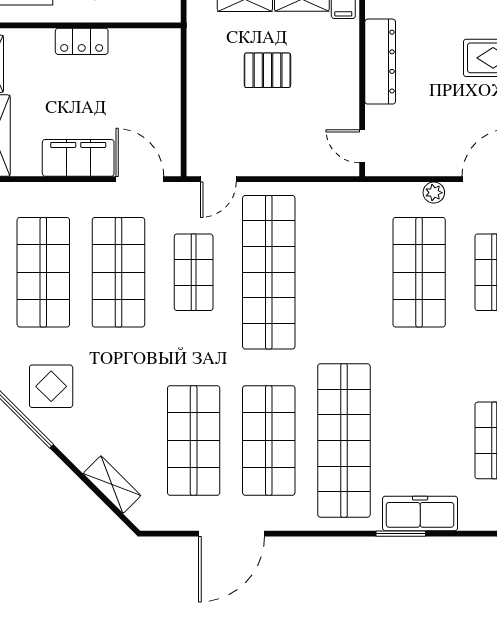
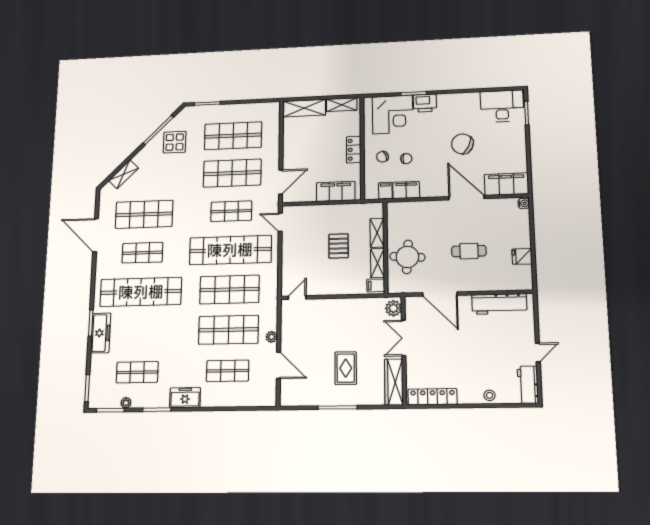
dresser: (380, 62) -> (343, 306), removed
filing cabinet: (78, 158) -> (336, 191), moved, turned -90
shop shelf: (344, 272) -> (229, 290), added
shop shelf: (269, 440) -> (142, 253), width x0.70, depth x0.74

